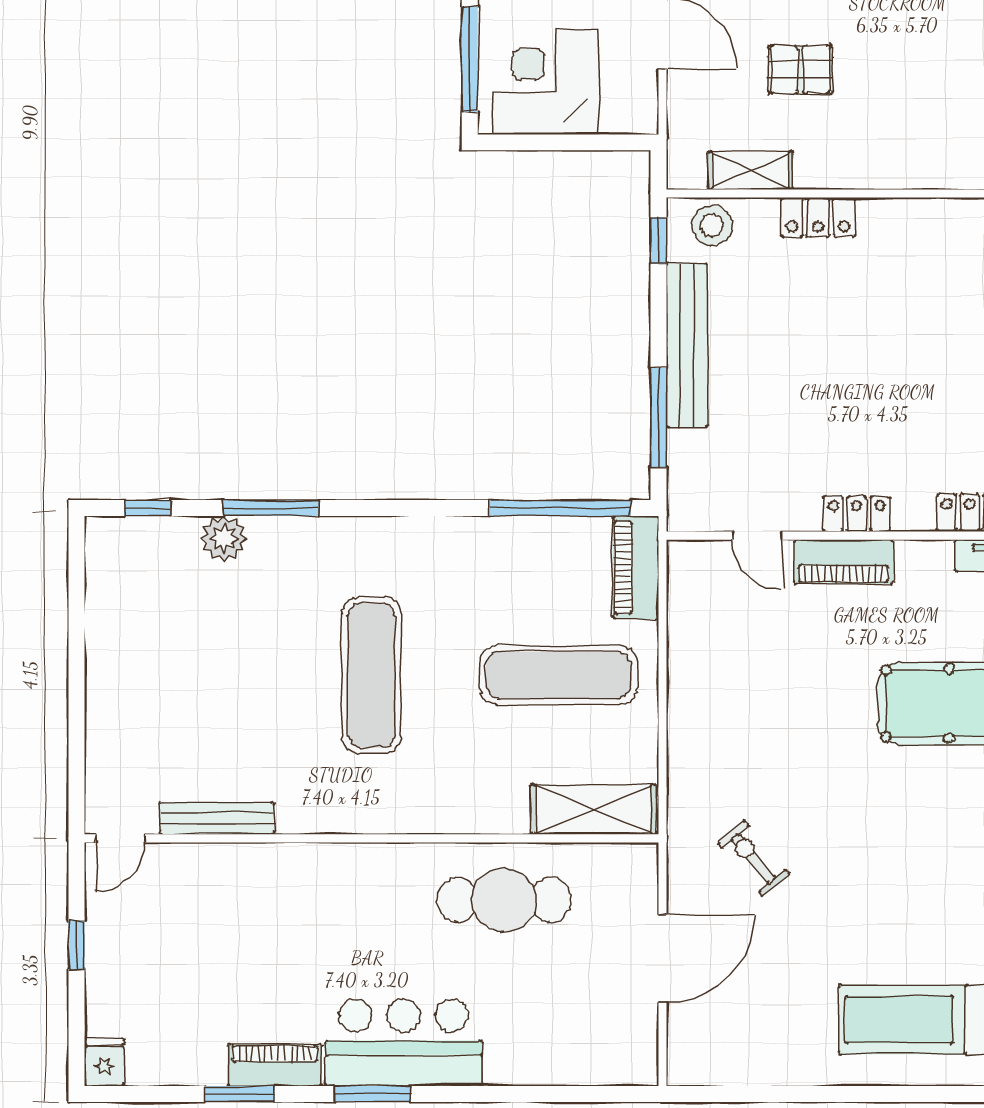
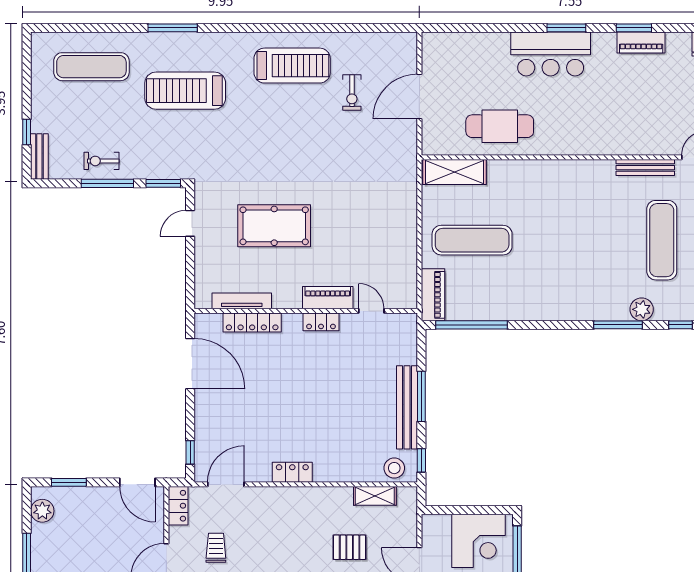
locker: (818, 217) -> (292, 472), moved
window: (659, 417) -> (421, 396), moved
exercise mat: (371, 675) -> (662, 240), moved
exercise bike: (753, 858) -> (352, 92), moved, turned 40
piano: (275, 1065) -> (641, 43), moved

